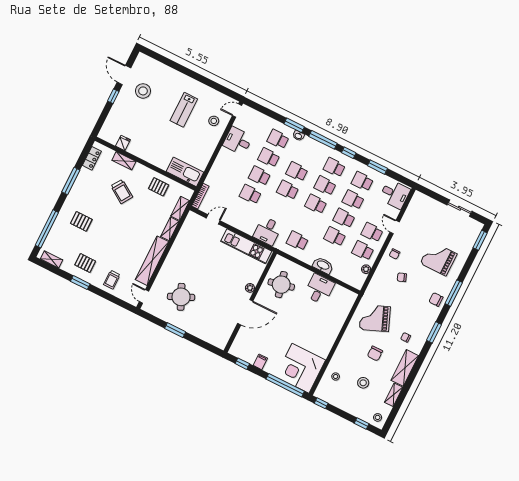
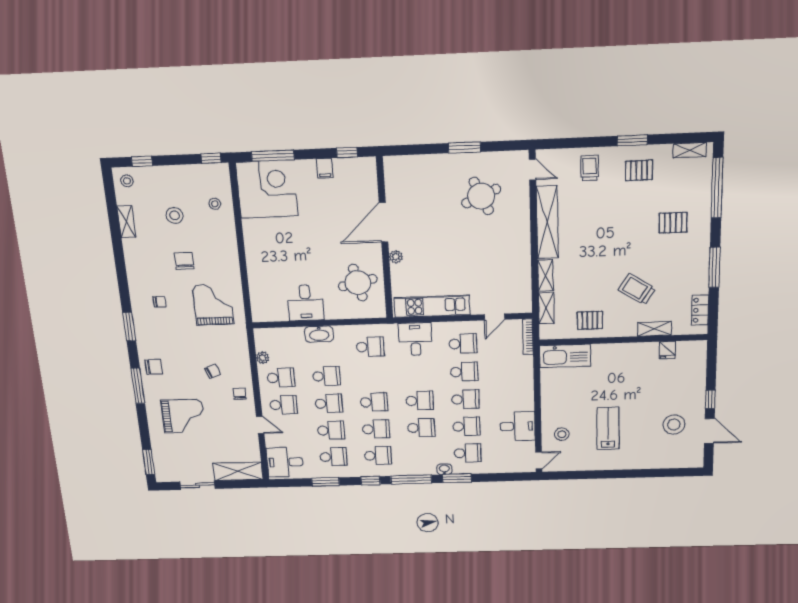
school desk: (241, 213) -> (463, 344), added
grand piano: (375, 318) -> (213, 305), turned -68
shelving: (405, 368) -> (238, 471), moved, turned 90
window: (285, 385) -> (273, 156), width x0.68

